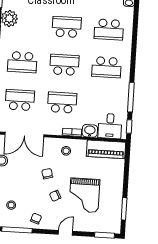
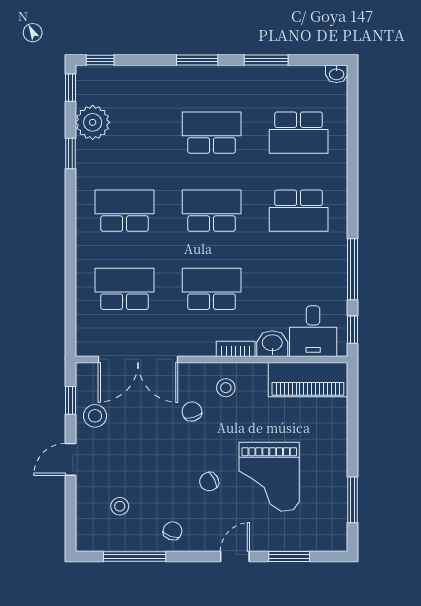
school desk: (22, 62) -> (125, 211), turned 180
chair: (47, 174) -> (192, 411), moved
window: (104, 235) -> (289, 556), moved

